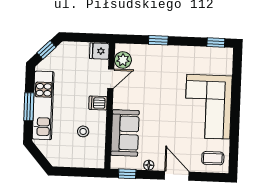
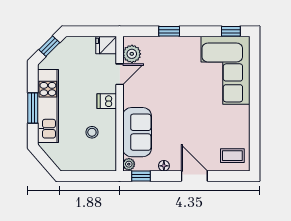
corner sofa: (208, 107) -> (225, 70), moved
plant: (116, 162) -> (129, 164), added

